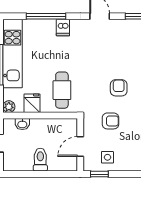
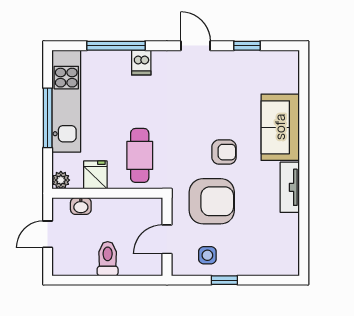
armchair: (119, 88) -> (224, 152), turned 90
armchair: (110, 121) -> (212, 201), width x1.88, depth x1.88
window: (99, 174) -> (224, 280), moved

